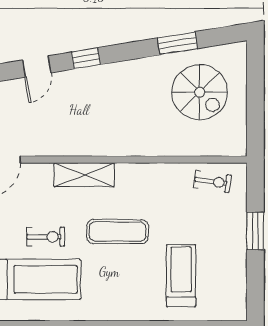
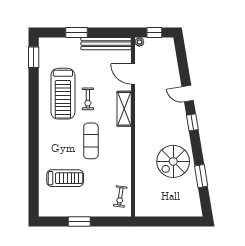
spiral stairs: (200, 92) -> (173, 161), moved
shelving: (84, 175) -> (124, 109), moved
window: (255, 231) -> (79, 222), moved

